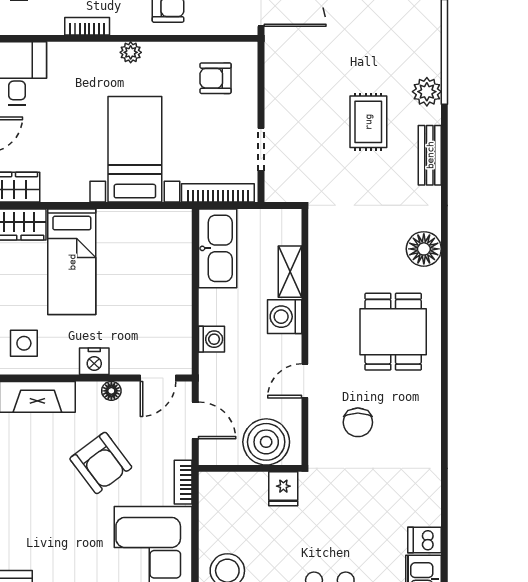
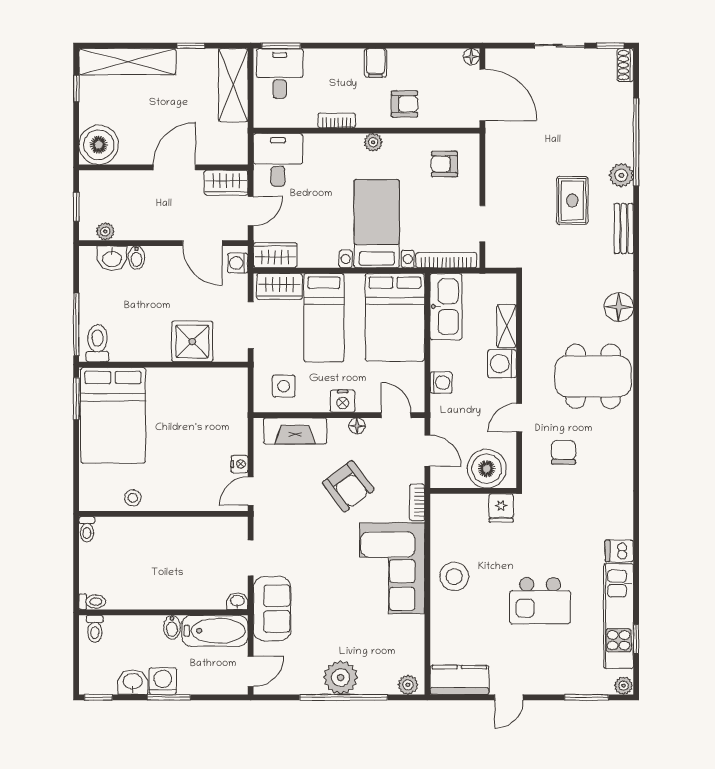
bed: (157, 261) -> (395, 317), added
dining table: (393, 332) -> (593, 376), width x1.38
door: (158, 378) -> (396, 415), swing flipped
chair: (358, 422) -> (564, 452), turned 180

